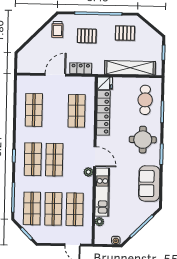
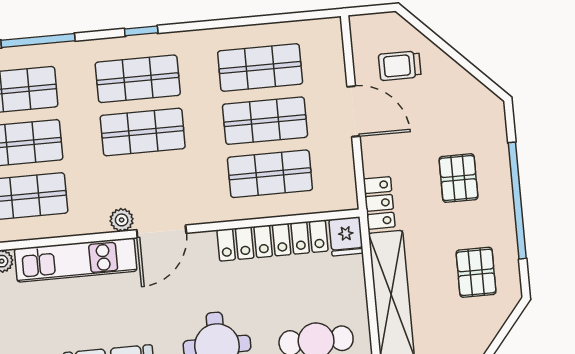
trolley: (57, 29) -> (400, 66), moved
locker: (81, 68) -> (379, 203), moved
shop shelf: (55, 110) -> (265, 121), added

